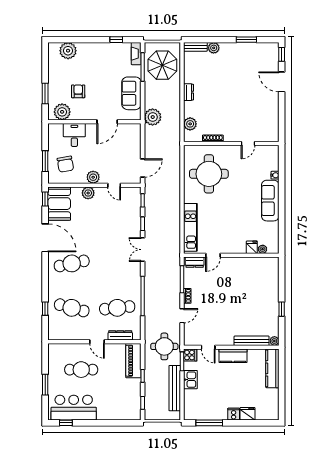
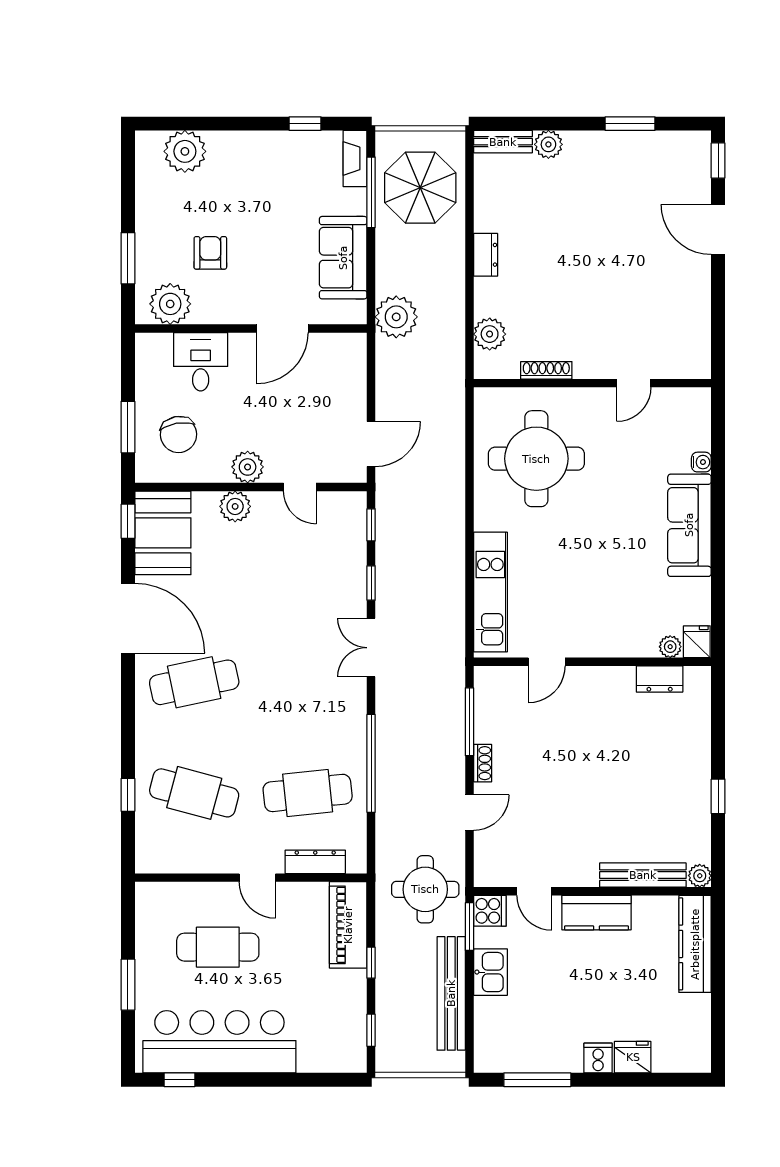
fridge: (252, 247) -> (697, 642), moved
dresser: (195, 262) -> (660, 679), moved
bar counter: (74, 408) -> (219, 1042), width x1.36

